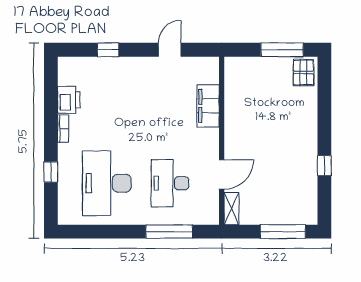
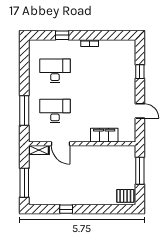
window: (282, 50) -> (140, 171), moved
printer: (69, 100) -> (108, 47), removed
desk: (107, 183) -> (55, 71), width x0.73, depth x0.77

